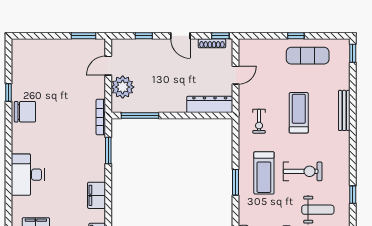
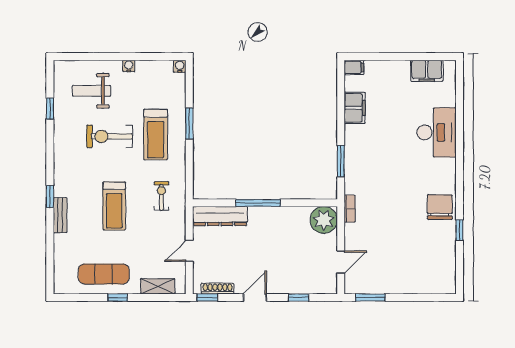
door: (180, 36) -> (255, 297), hinge flipped
shelving: (262, 45) -> (158, 286), added
window: (353, 53) -> (50, 197), moved
plant: (123, 87) -> (324, 220), moved
bench: (344, 110) -> (60, 215), width x0.73
chair: (25, 112) -> (440, 207), turned 90
window: (140, 115) -> (258, 203), moved
bookcase: (101, 117) -> (350, 209), width x0.64
treadmill: (264, 173) -> (156, 135), turned 180

